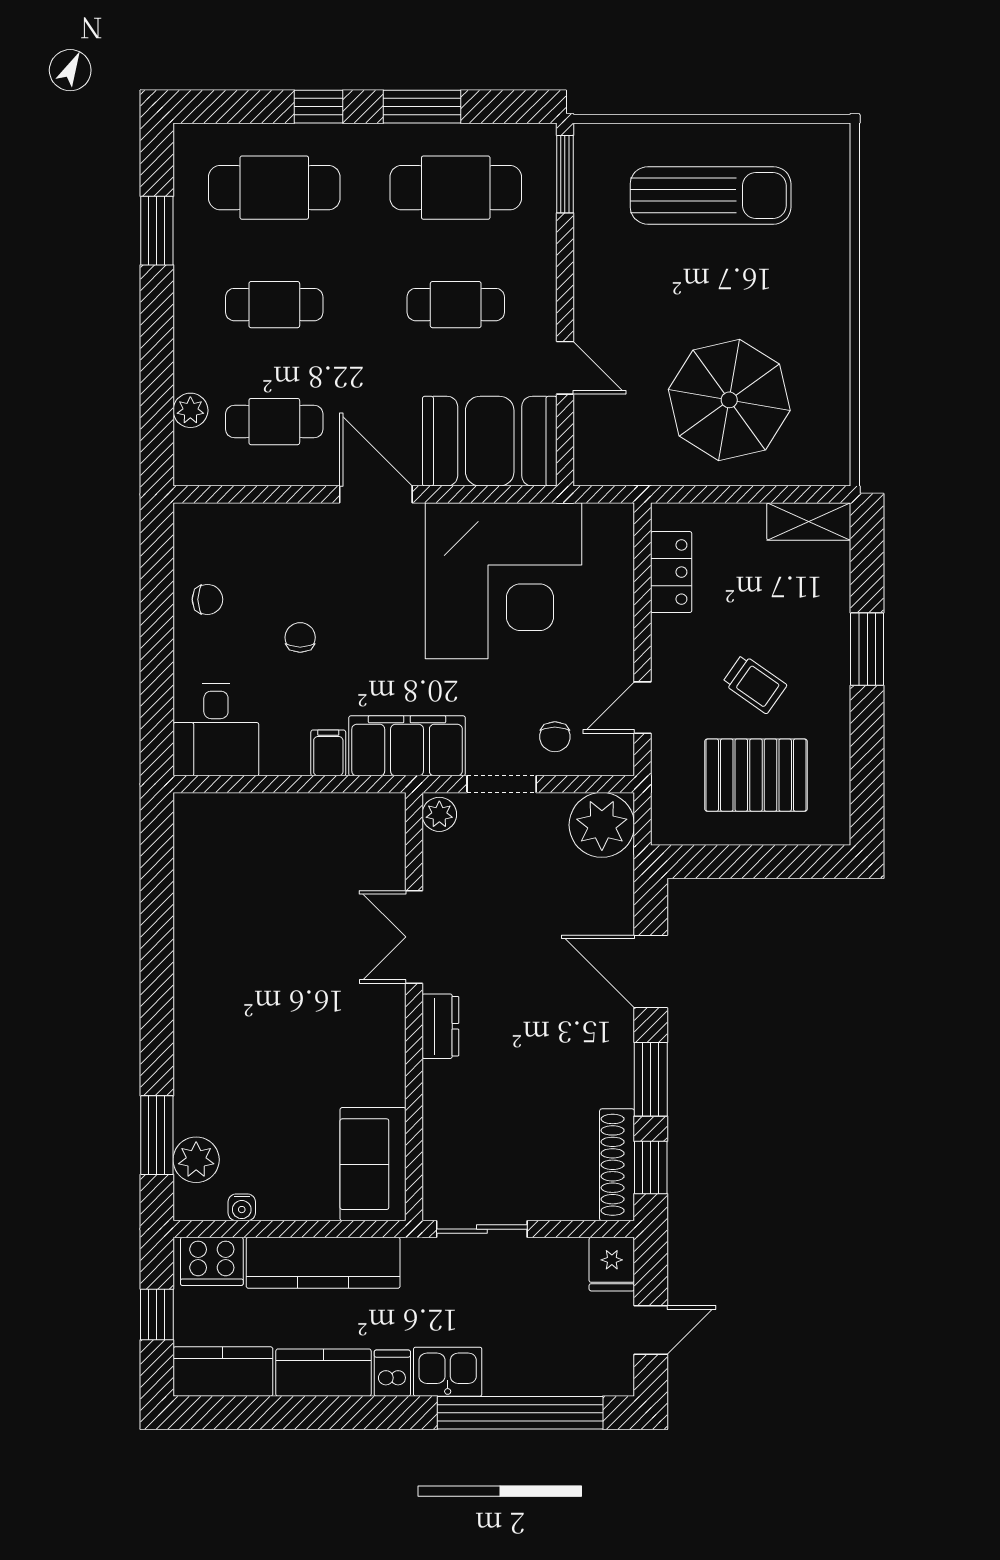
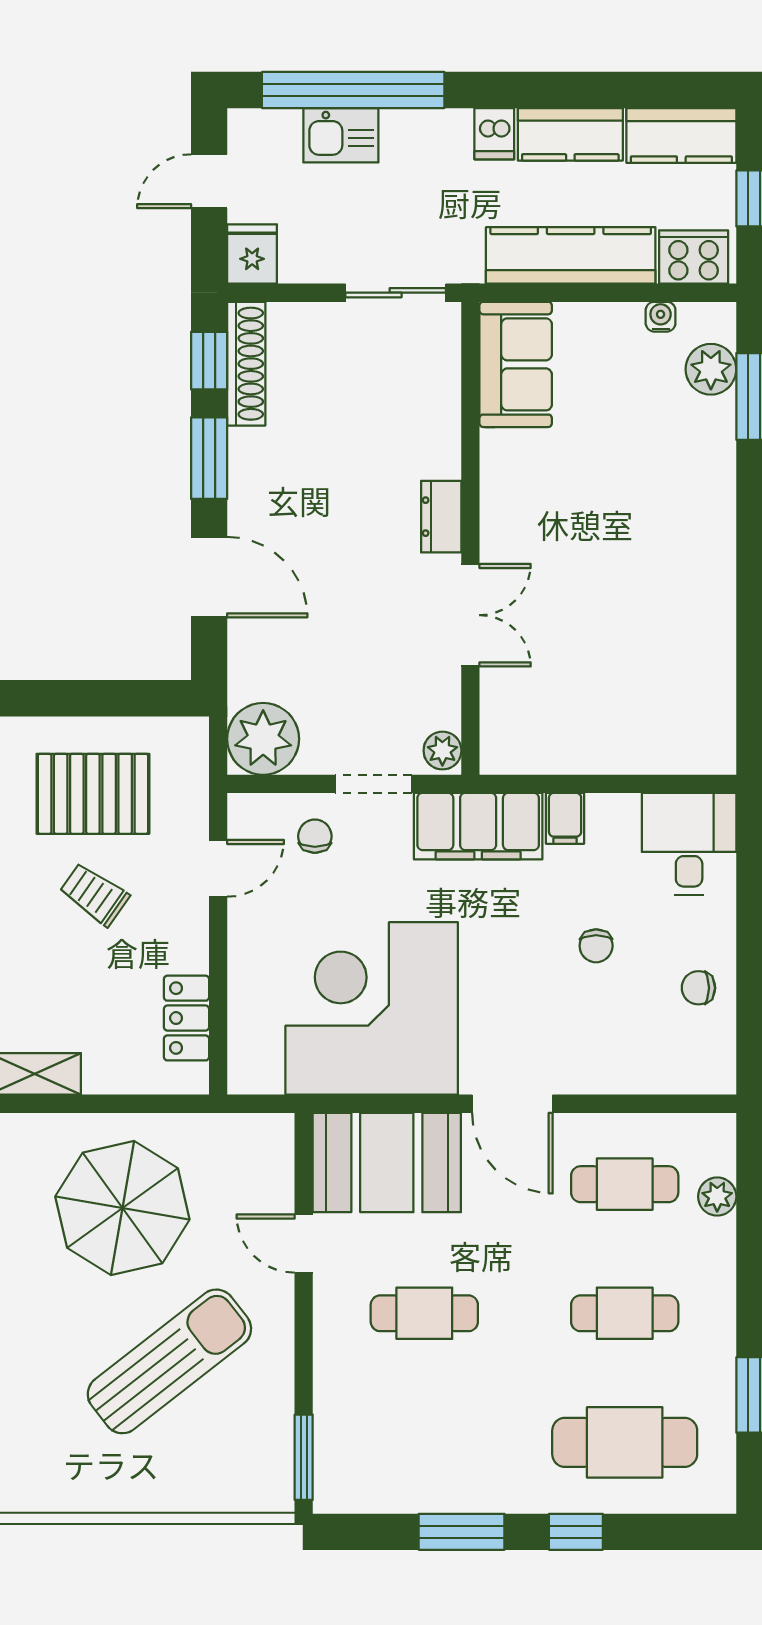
cafe table: (456, 188) -> (424, 1442), removed
sun lounger: (711, 195) -> (169, 1361), moved, turned 142
kitchen sink: (448, 1372) -> (341, 135), moved

